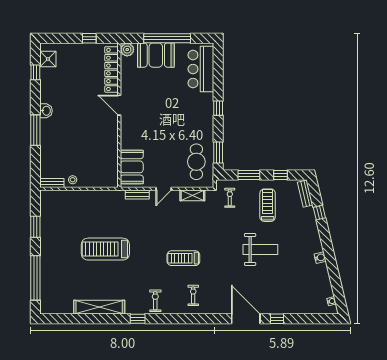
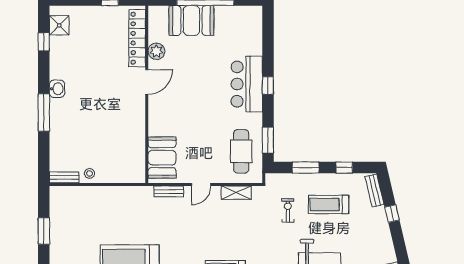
plant: (127, 50) -> (156, 51), moved
bar counter: (201, 69) -> (247, 84), moved
door: (119, 105) -> (147, 82), swing flipped
exercise bike: (230, 198) -> (288, 211), moved
treadmill: (268, 205) -> (329, 205), turned -90

